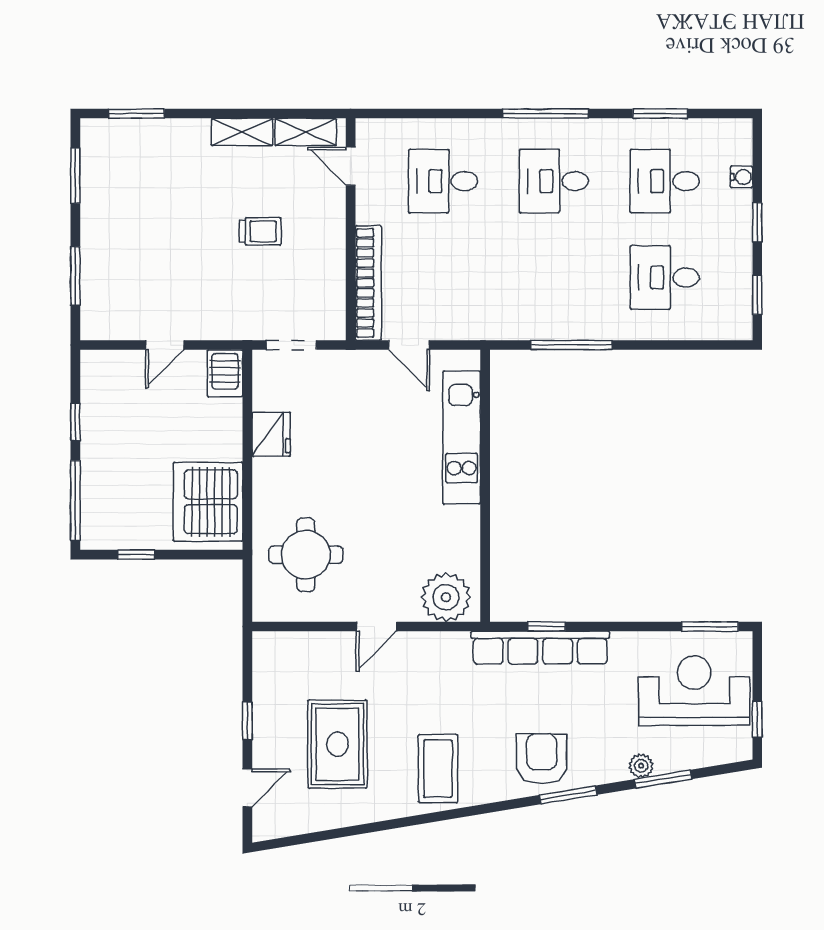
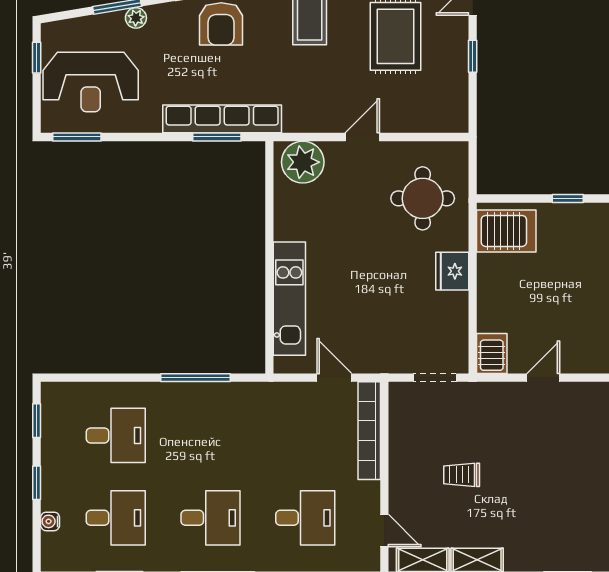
fridge: (271, 434) -> (452, 271), moved
server rack: (208, 502) -> (506, 231), width x0.62
window: (547, 627) -> (217, 137), width x1.50

